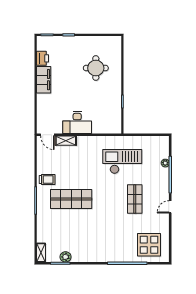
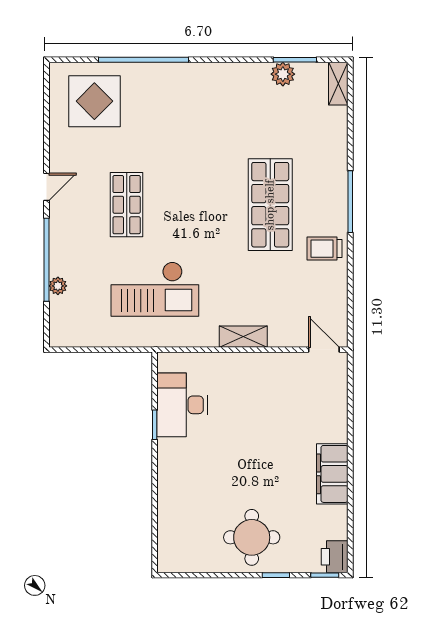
printer: (43, 58) -> (335, 557), moved
round table: (96, 68) -> (252, 537), moved
desk: (77, 123) -> (182, 405), moved, turned -90
shelving: (66, 141) -> (243, 337), moved
shop shelf: (71, 199) -> (270, 205), turned 90

